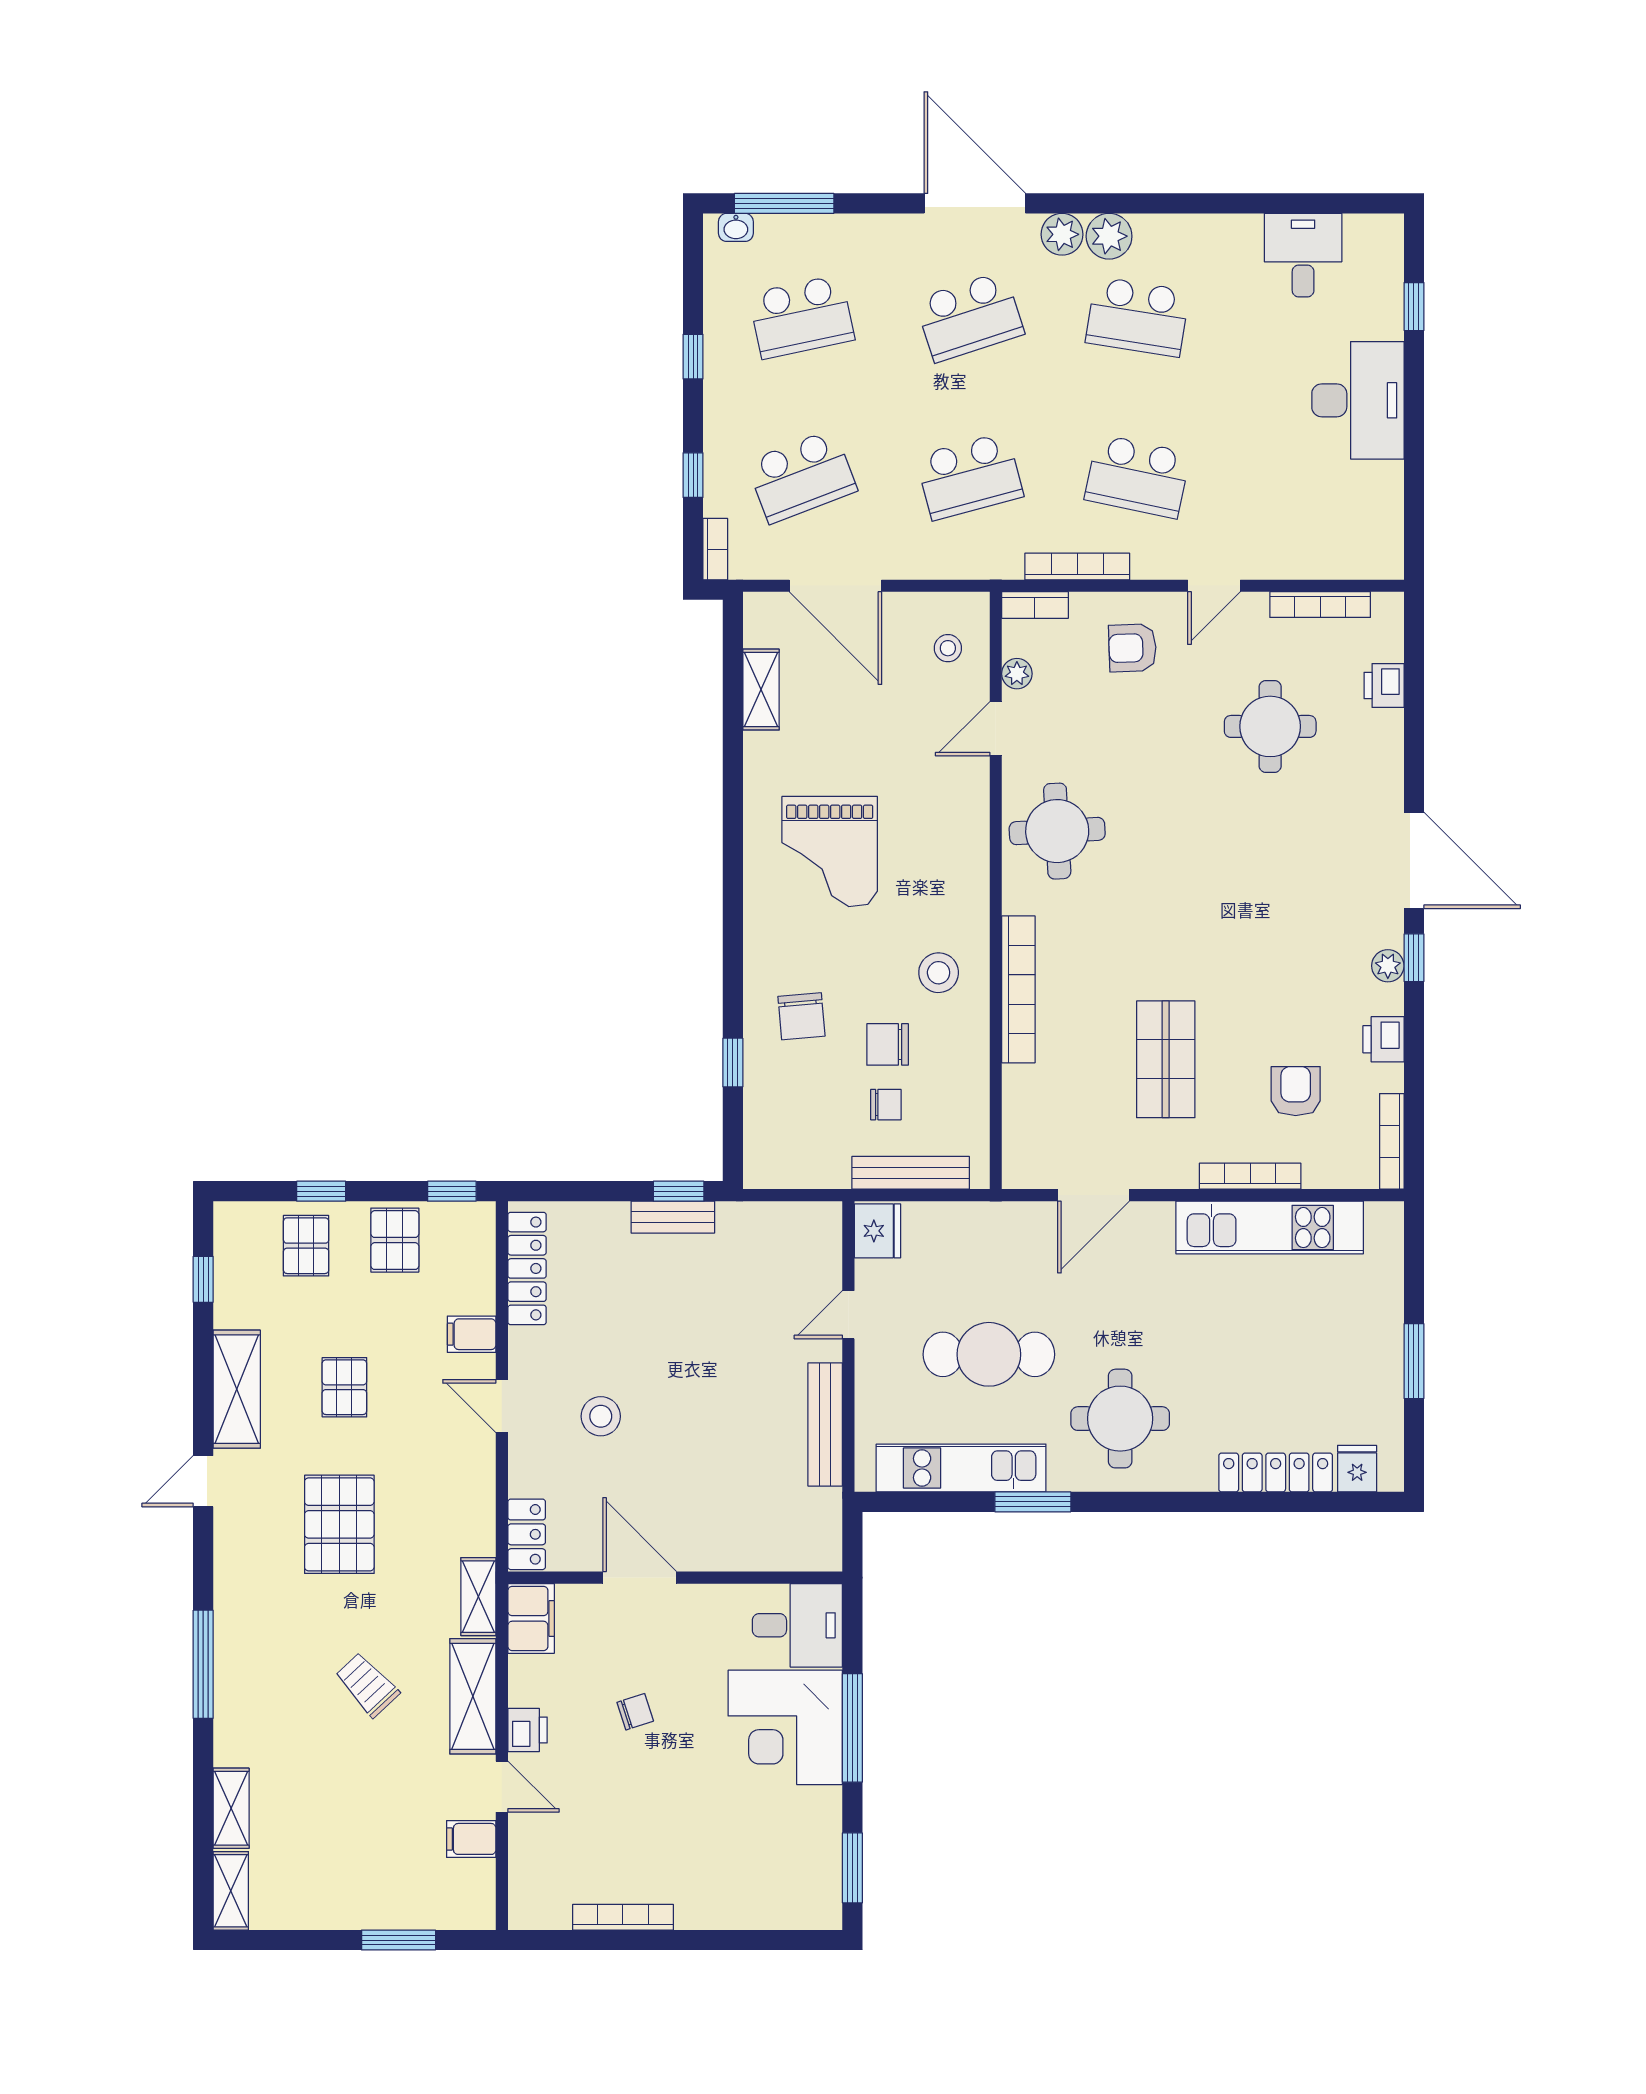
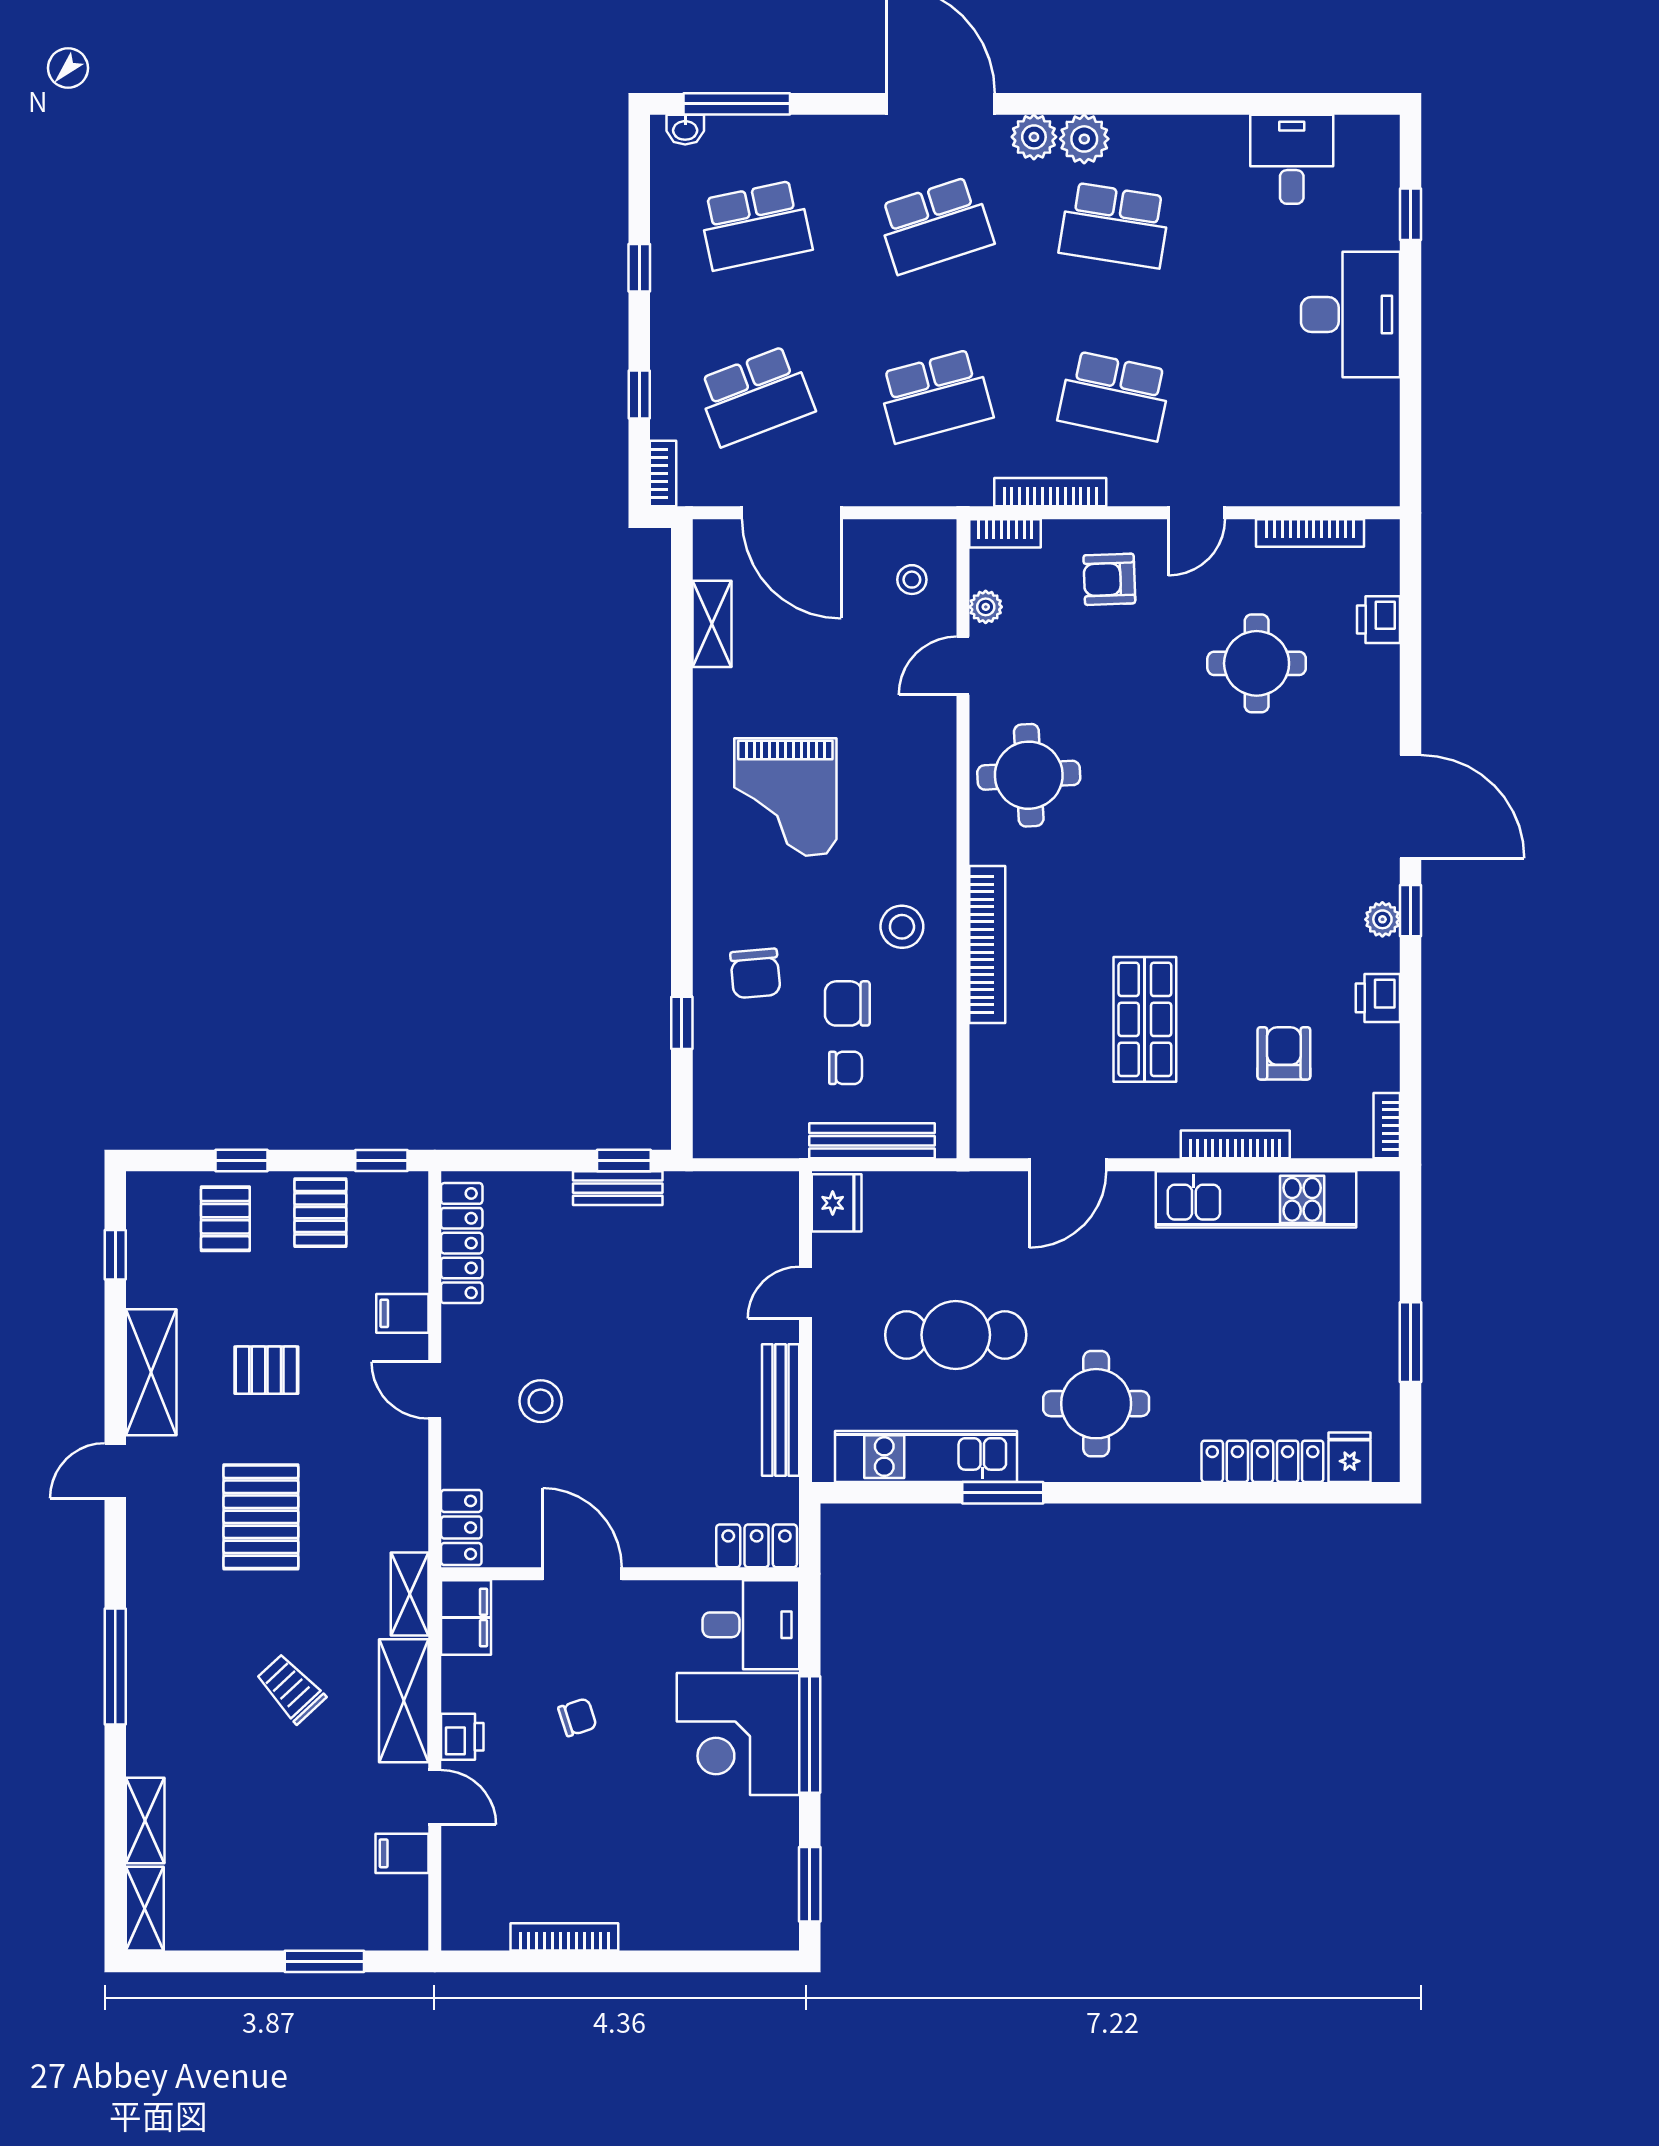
bookcase: (1392, 1141) -> (1387, 1126), width x0.64
pallet: (344, 1387) -> (266, 1370), turned 90
locker: (803, 1552) -> (757, 1546), added

